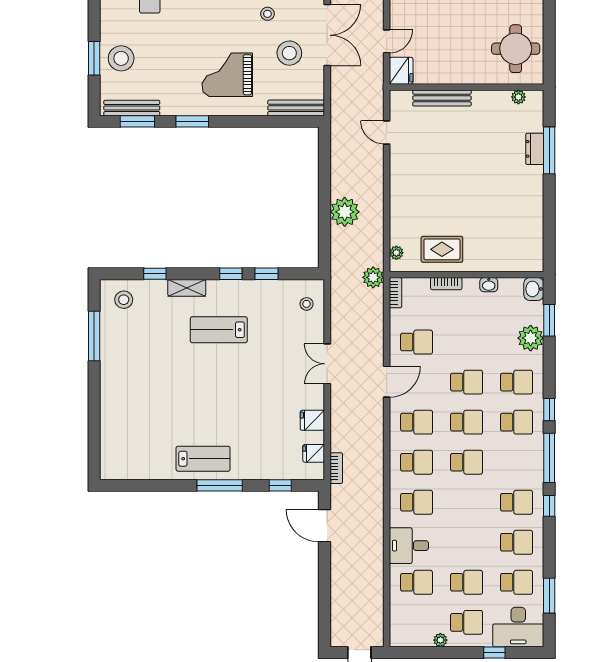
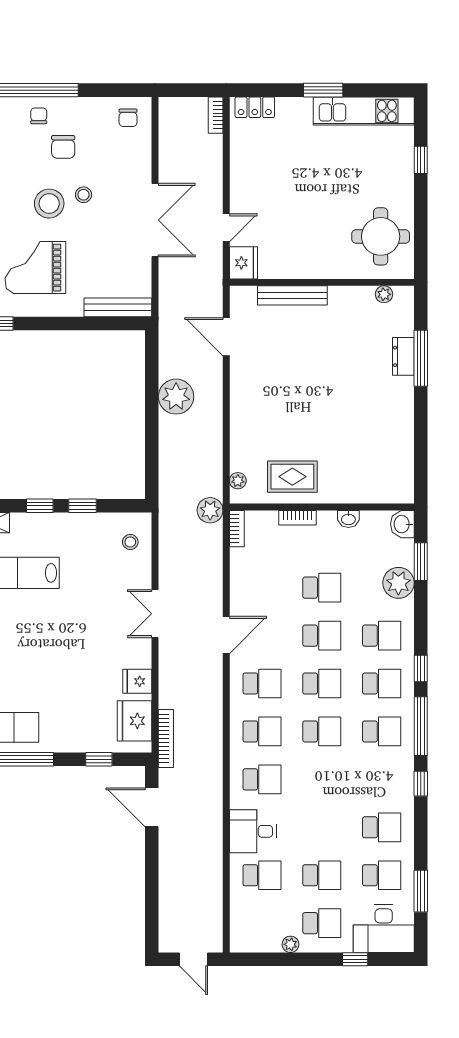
stool: (289, 53) -> (49, 204), moved
door: (387, 132) -> (226, 337), width x1.38
plant: (345, 212) -> (176, 397), moved
school desk: (417, 342) -> (322, 588), moved
fridge: (314, 453) -> (135, 721), width x1.88, depth x1.34
bookcase: (336, 468) -> (166, 739), width x1.56
school desk: (517, 502) -> (382, 731), moved

